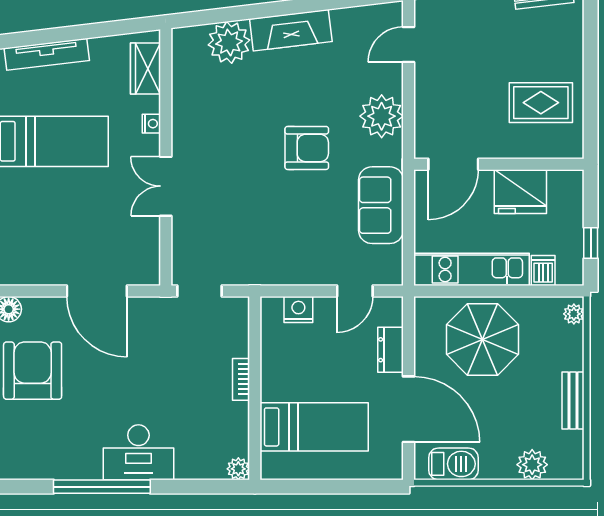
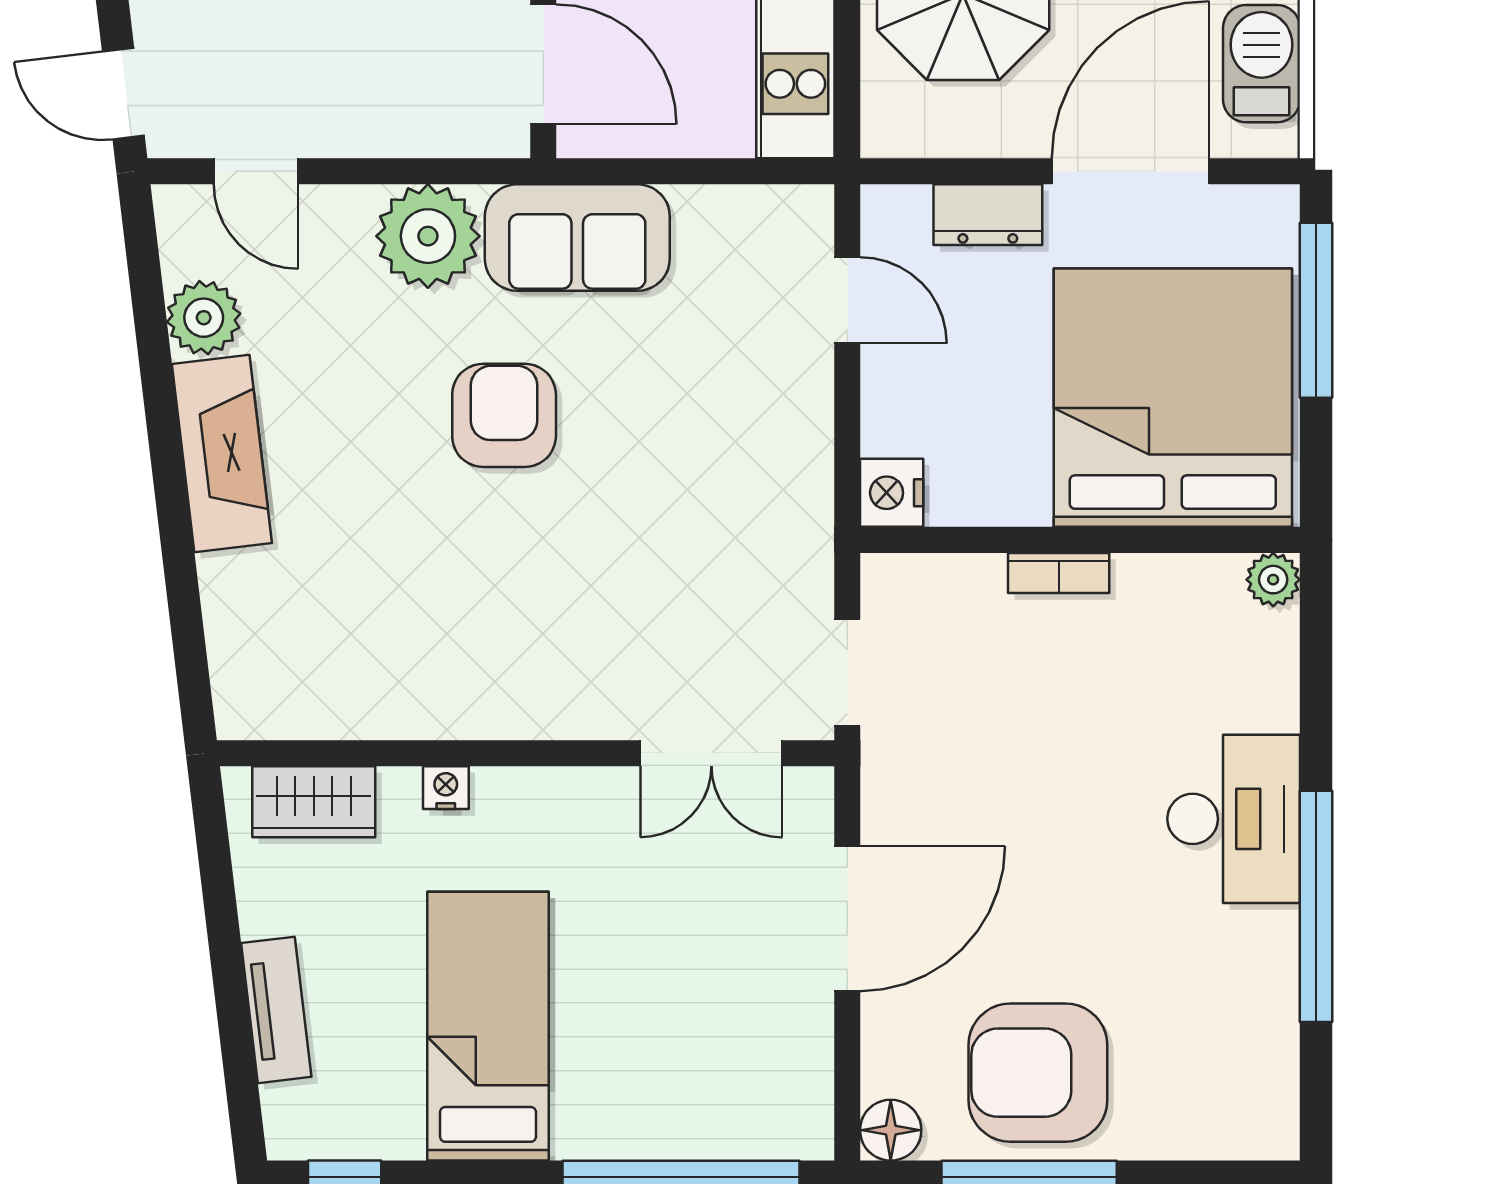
plant: (229, 42) -> (204, 318), moved, width x0.73, depth x0.73
tv unit: (47, 54) -> (276, 1010), width x0.71
double door: (166, 186) -> (711, 753), moved
sofa: (381, 205) -> (577, 238), moved
nightstand: (298, 310) -> (892, 493), moved
bed: (314, 427) -> (1173, 398), width x2.04
window: (351, 487) -> (1316, 310), added

